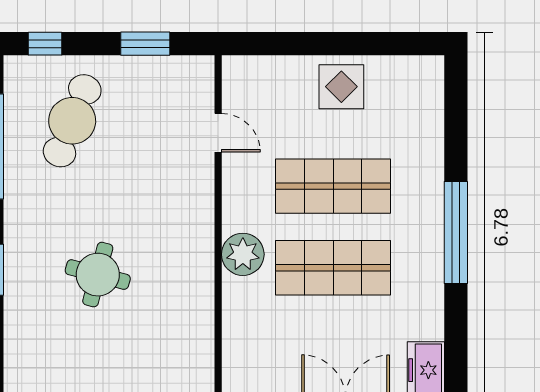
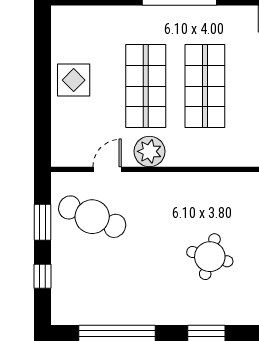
window: (45, 44) -> (42, 276), moved
cafe table: (72, 121) -> (92, 217), moved
plant: (243, 254) -> (149, 151), moved

